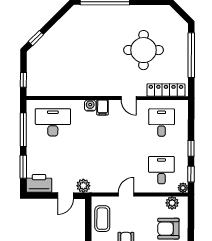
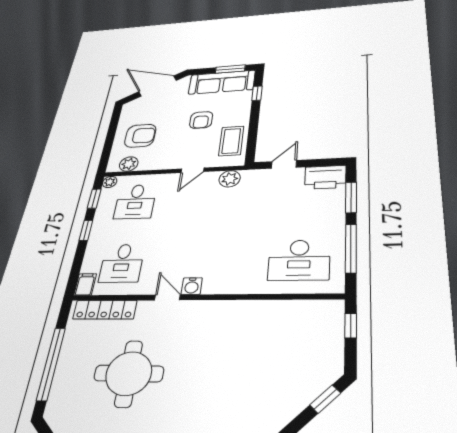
water cooler: (90, 106) -> (192, 286), moved
filing cabinet: (103, 107) -> (85, 284), moved
plant: (83, 186) -> (230, 179), moved

